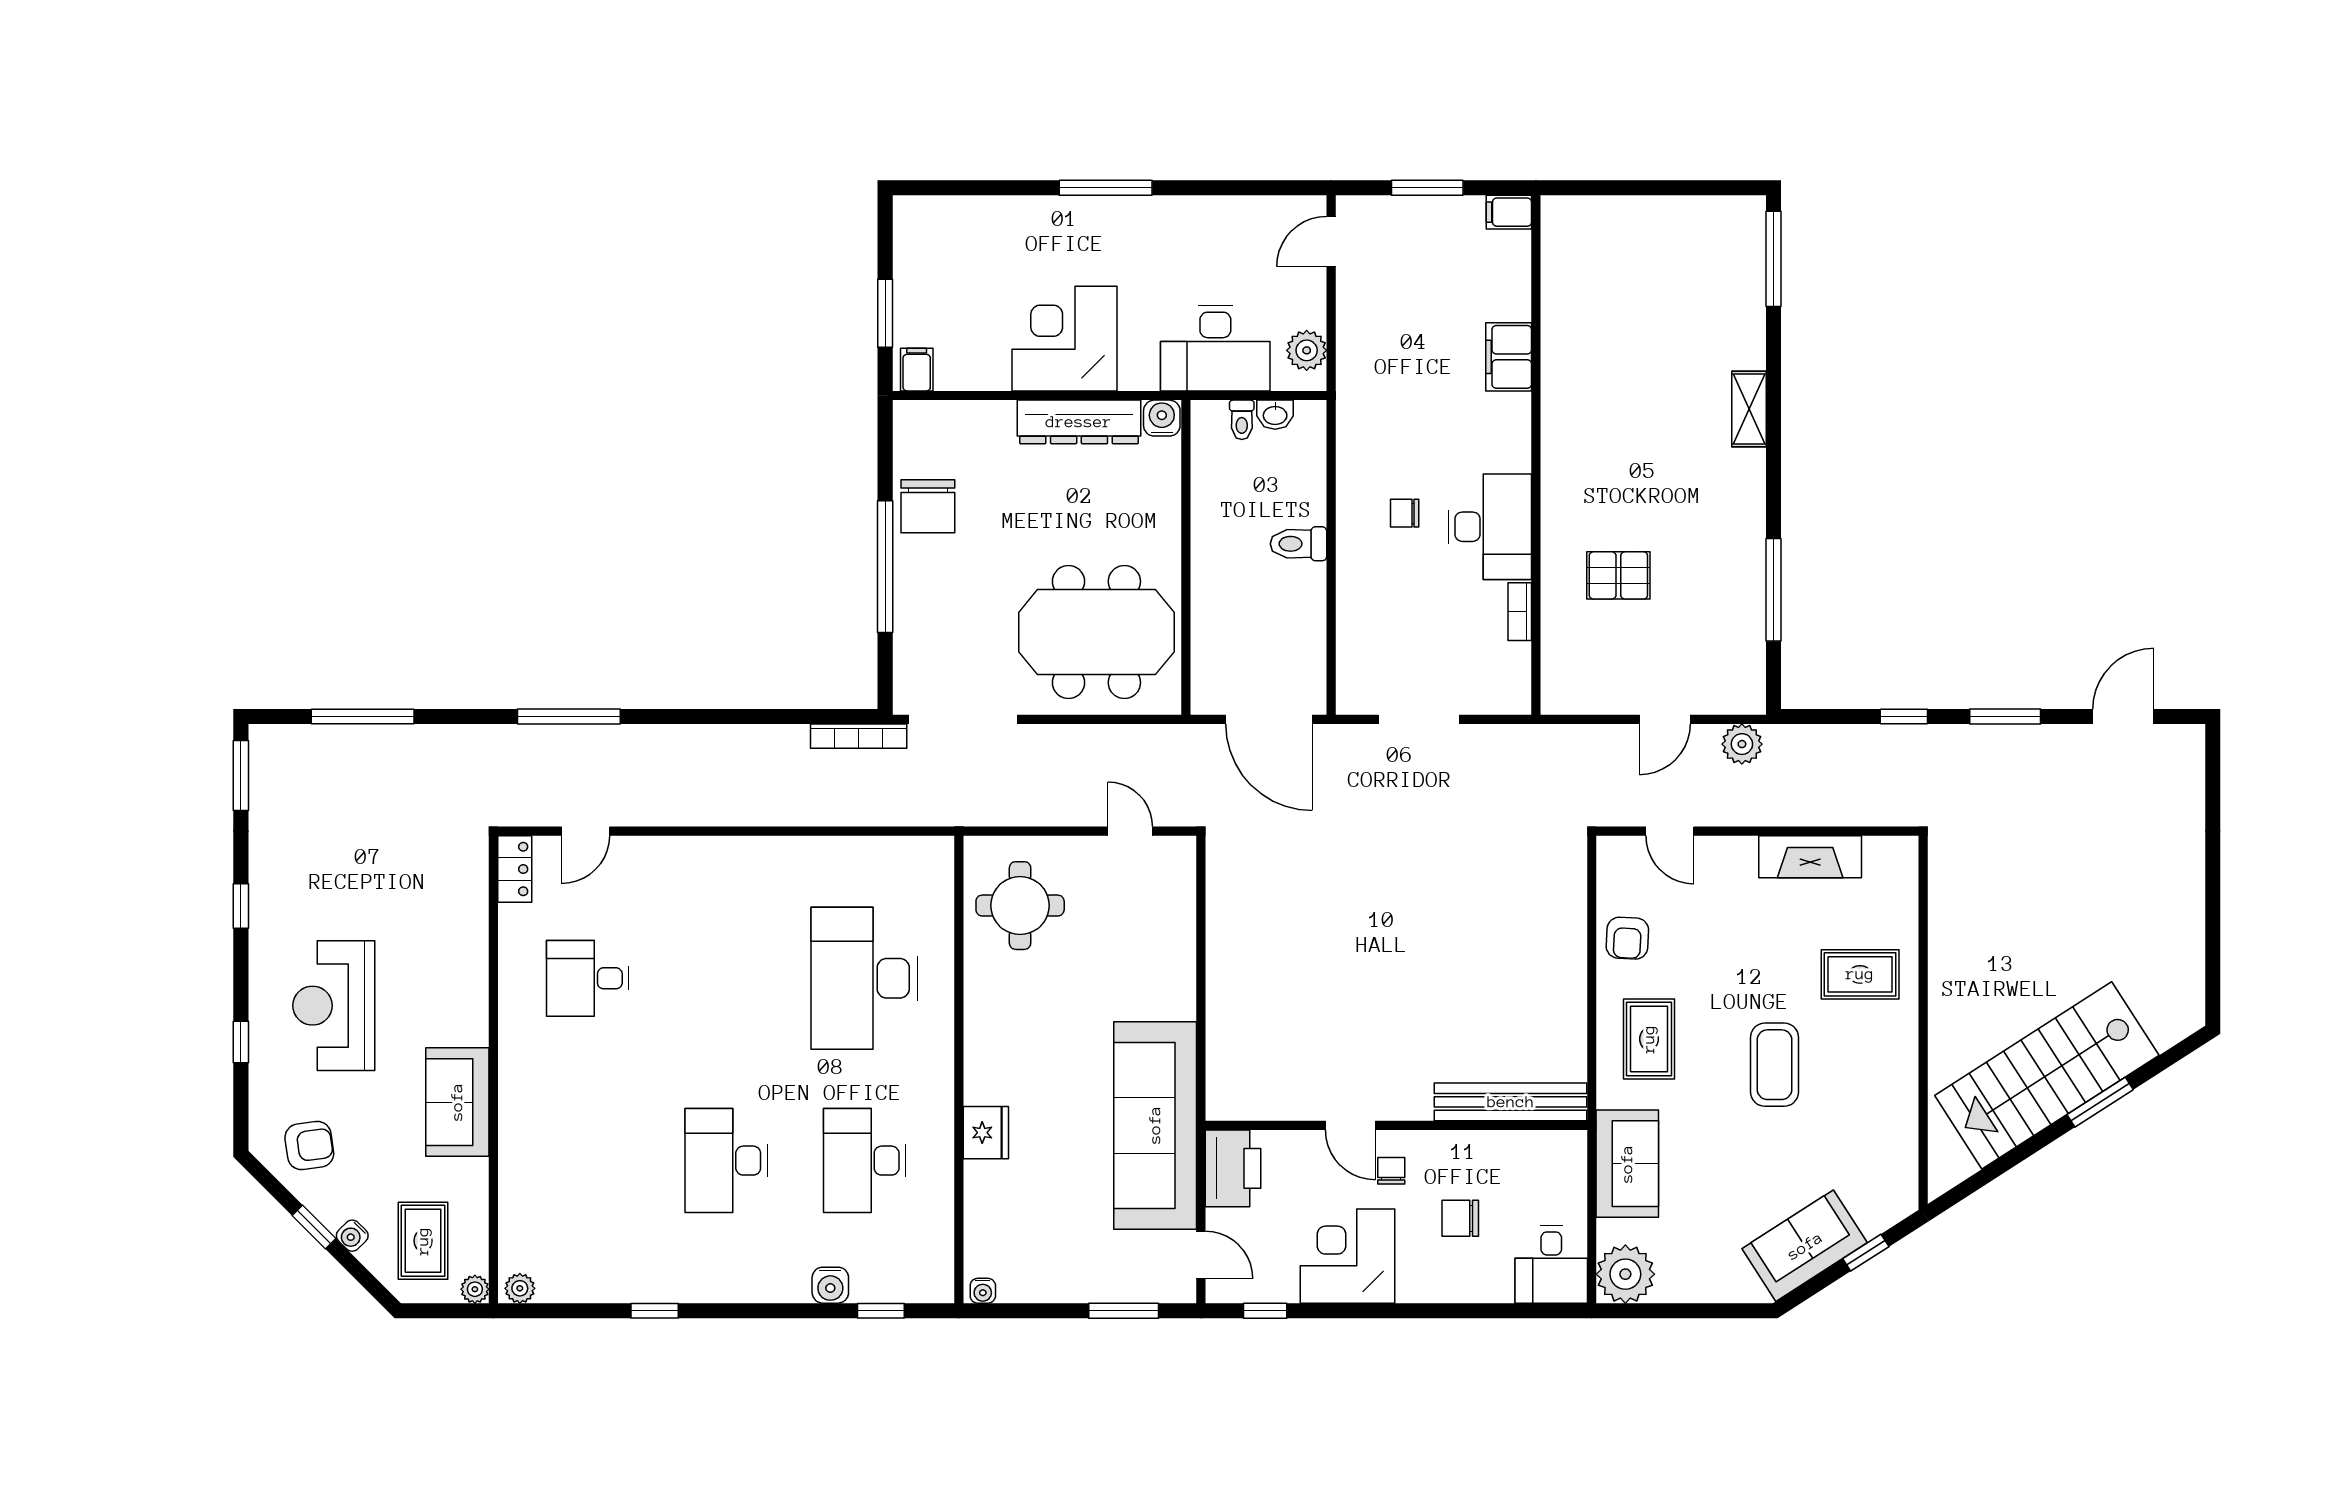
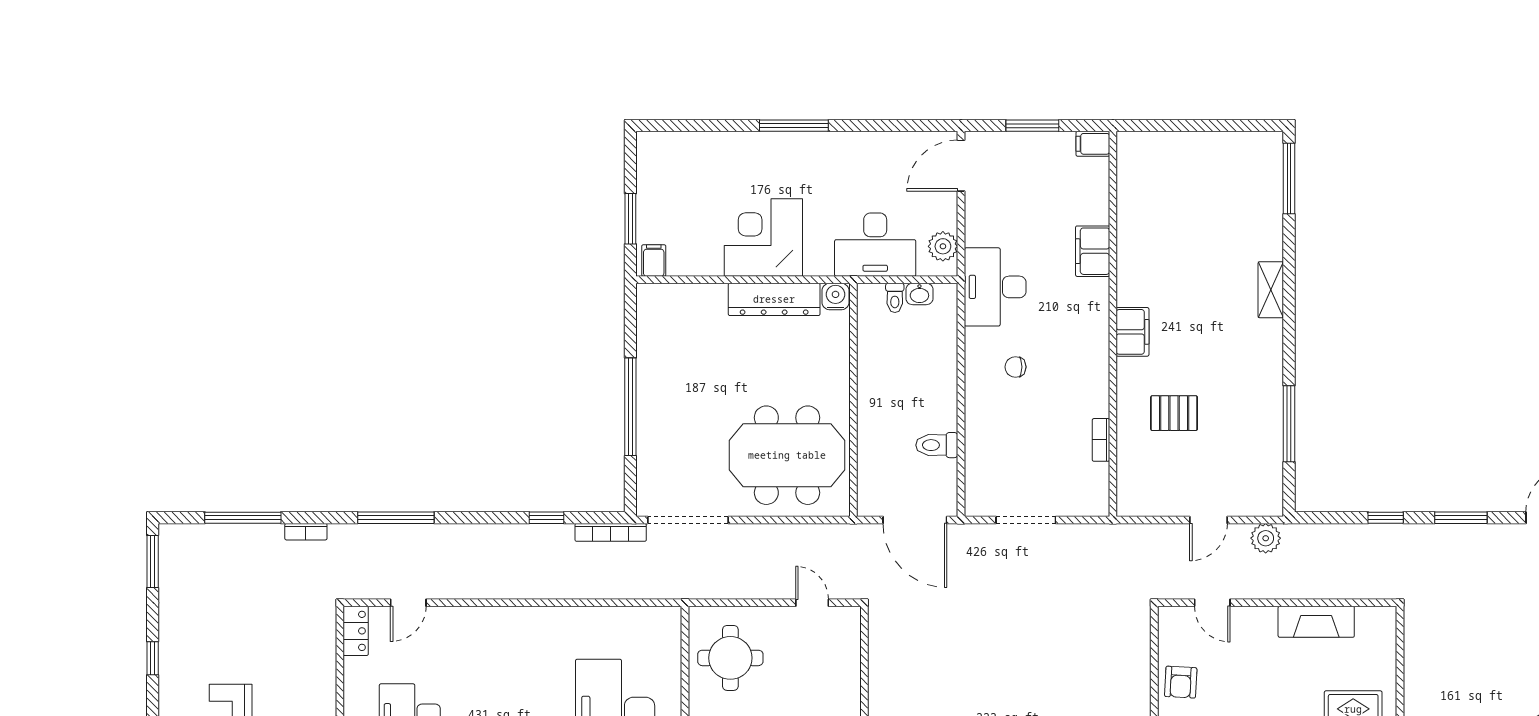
door: (1331, 242) -> (961, 166), width x1.38
filing cabinet: (1562, 466) -> (1132, 332), added
chair: (928, 506) -> (662, 362), removed
desk: (1490, 527) -> (995, 287), moved, turned 180
toilet: (1298, 544) -> (937, 445), moved
window: (772, 716) -> (546, 518), added
bookcase: (448, 735) -> (306, 532), added

